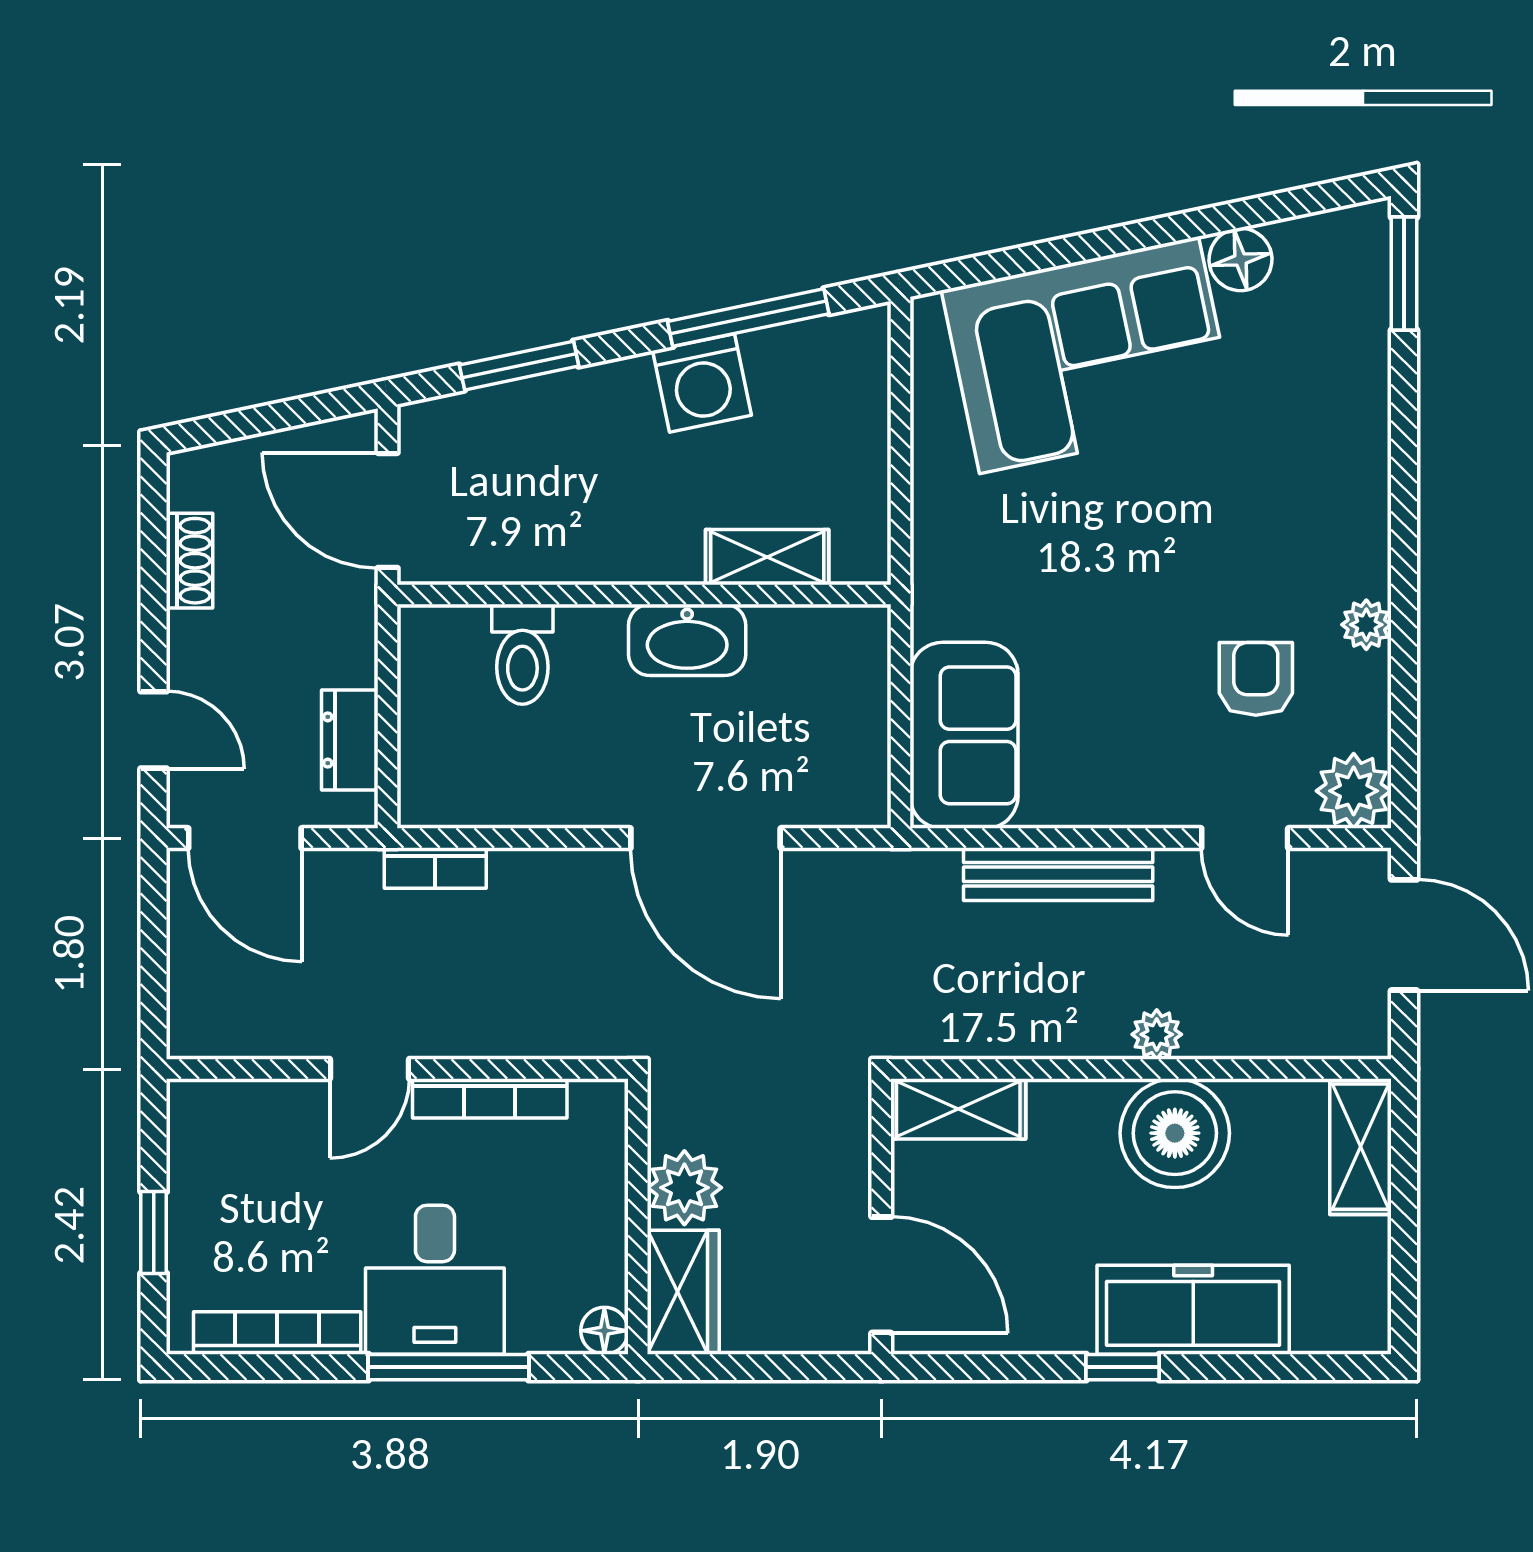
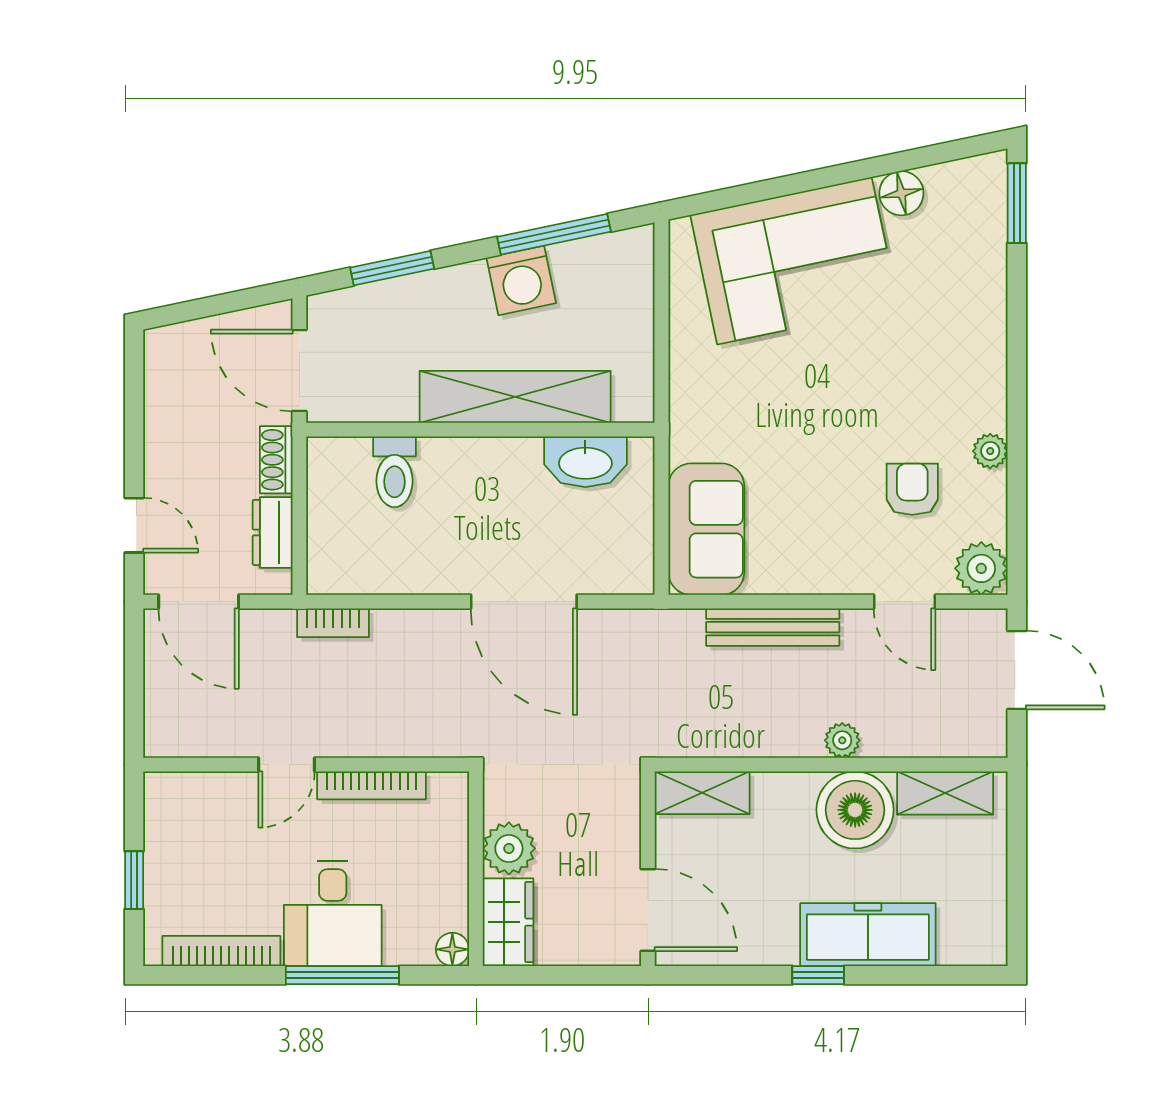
shelving: (767, 557) -> (515, 397), width x2.20, depth x1.33
shoe rack: (189, 561) -> (276, 460), moved, turned 180
washbasin: (687, 640) -> (585, 462), moved
shelving: (1361, 1147) -> (945, 793), moved, turned 90

